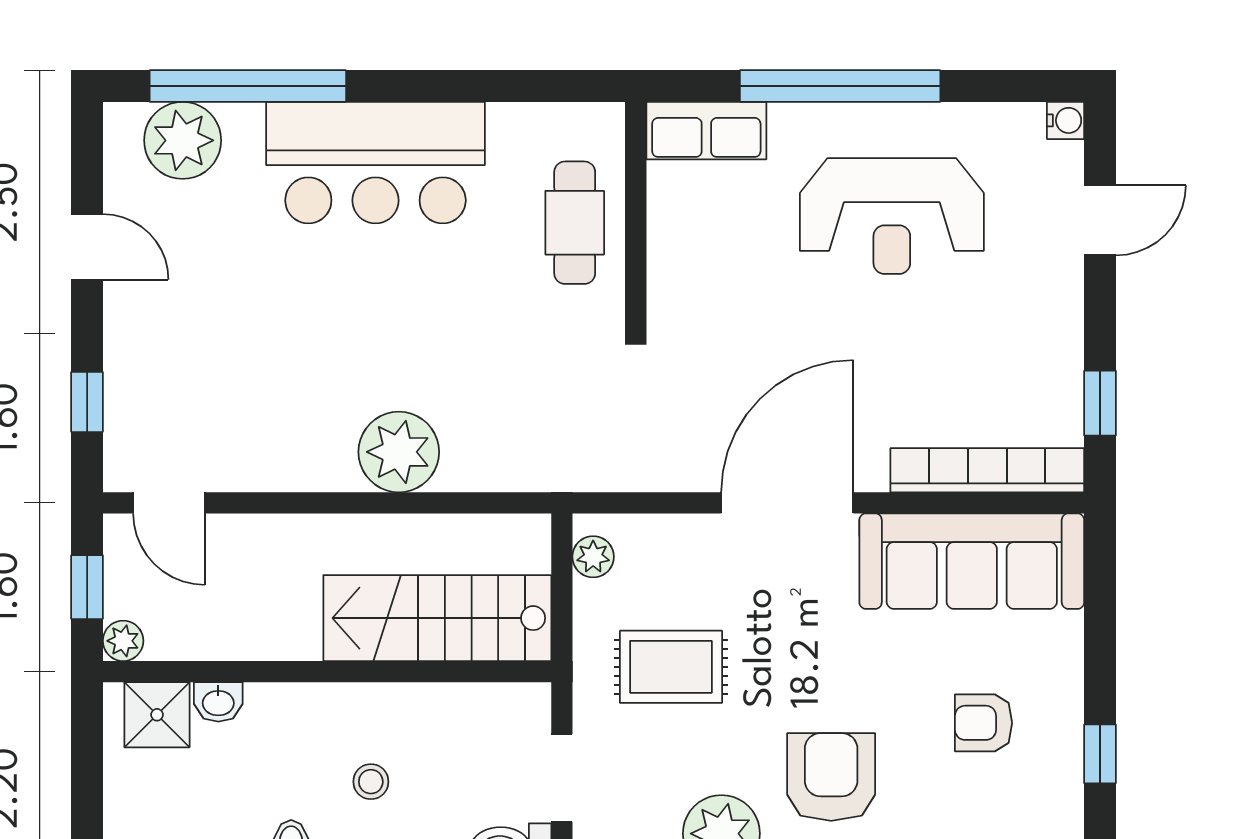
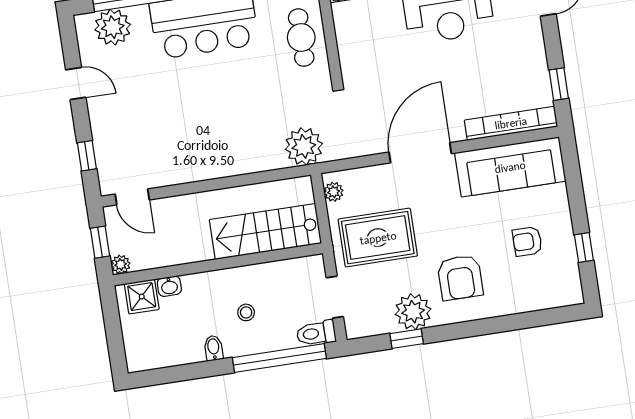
plant: (399, 452) -> (304, 146), moved
rug: (671, 667) -> (378, 238), width x1.36, depth x1.43
armchair: (831, 777) -> (460, 277), turned 180

